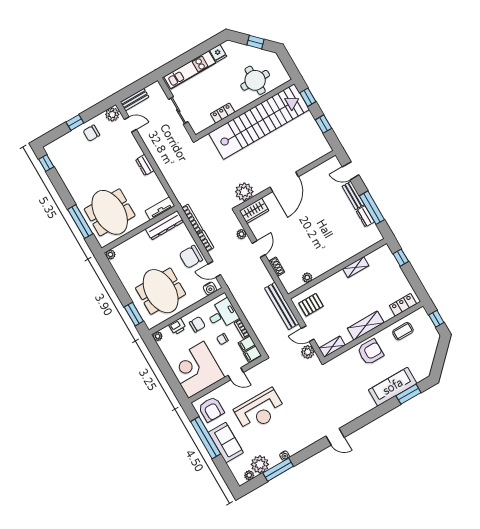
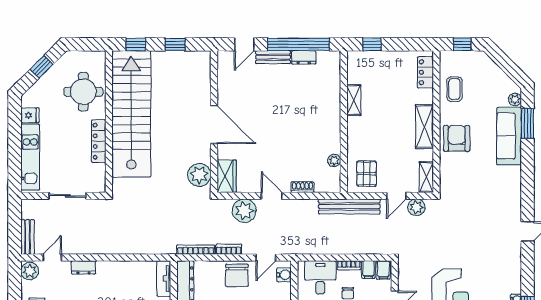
locker: (223, 113) -> (99, 141), width x1.53
dresser: (145, 165) -> (83, 267), moved
window: (372, 208) -> (298, 44), width x1.46
plant: (241, 234) -> (244, 211), width x1.88, depth x1.88
plant: (420, 376) -> (515, 100), added

